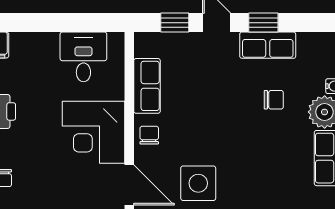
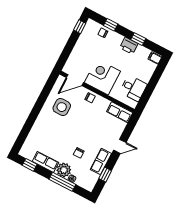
window: (175, 23) -> (128, 130), removed
window: (263, 23) -> (105, 175), moved
row of seats: (147, 86) -> (120, 112), moved

